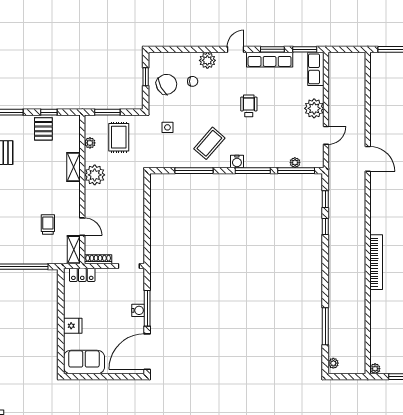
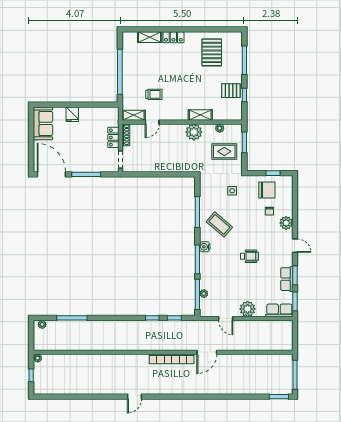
row of seats: (270, 60) -> (287, 279), width x0.68
chair: (167, 84) -> (267, 190), turned -61
bookcase: (376, 262) -> (172, 359), moved
locker: (82, 275) -> (113, 137), moved
water cooler: (138, 310) -> (85, 167), removed

